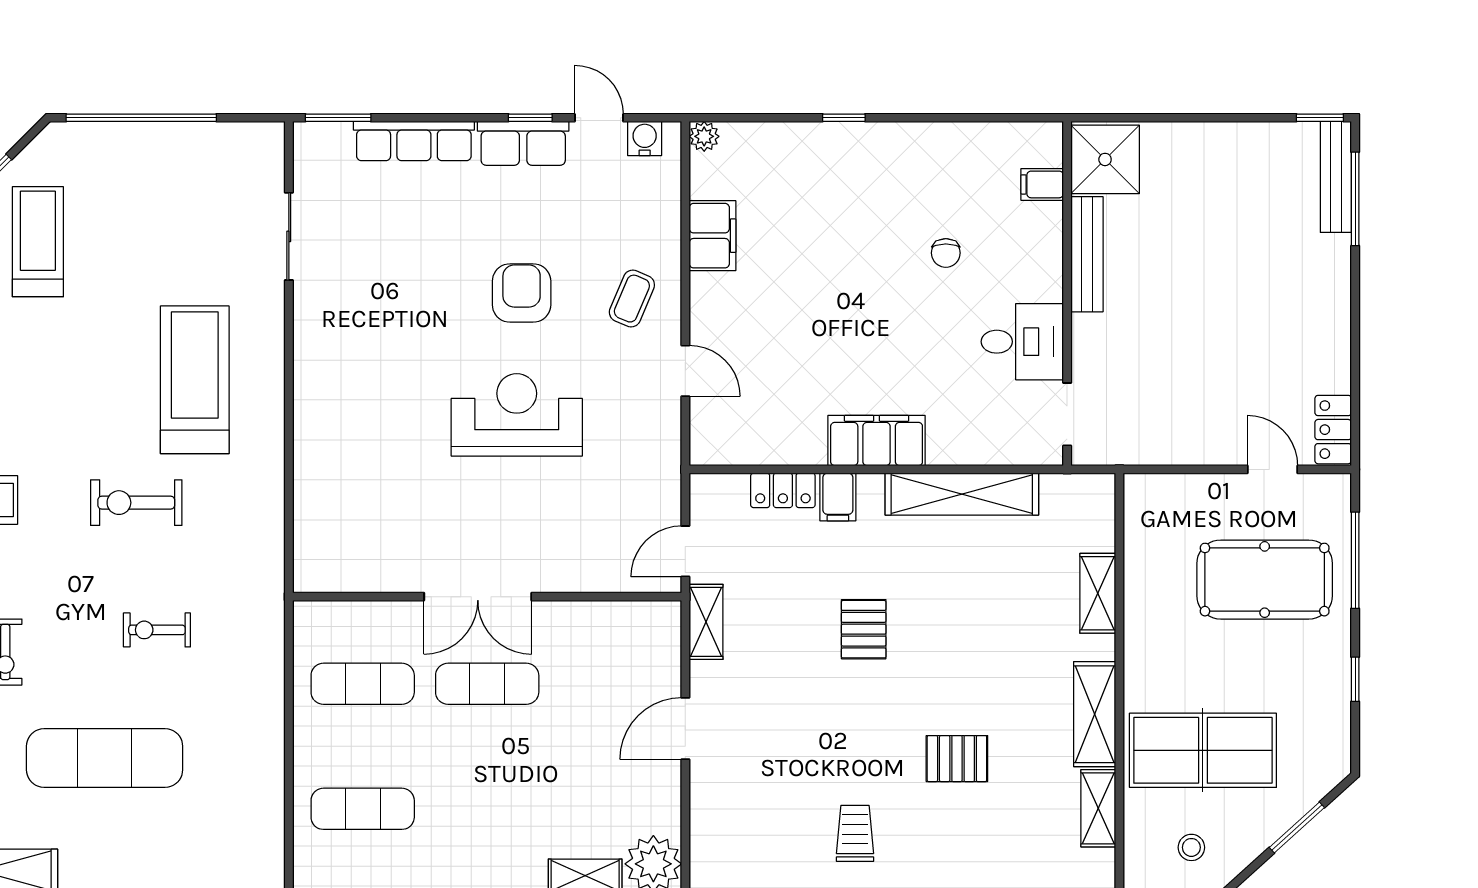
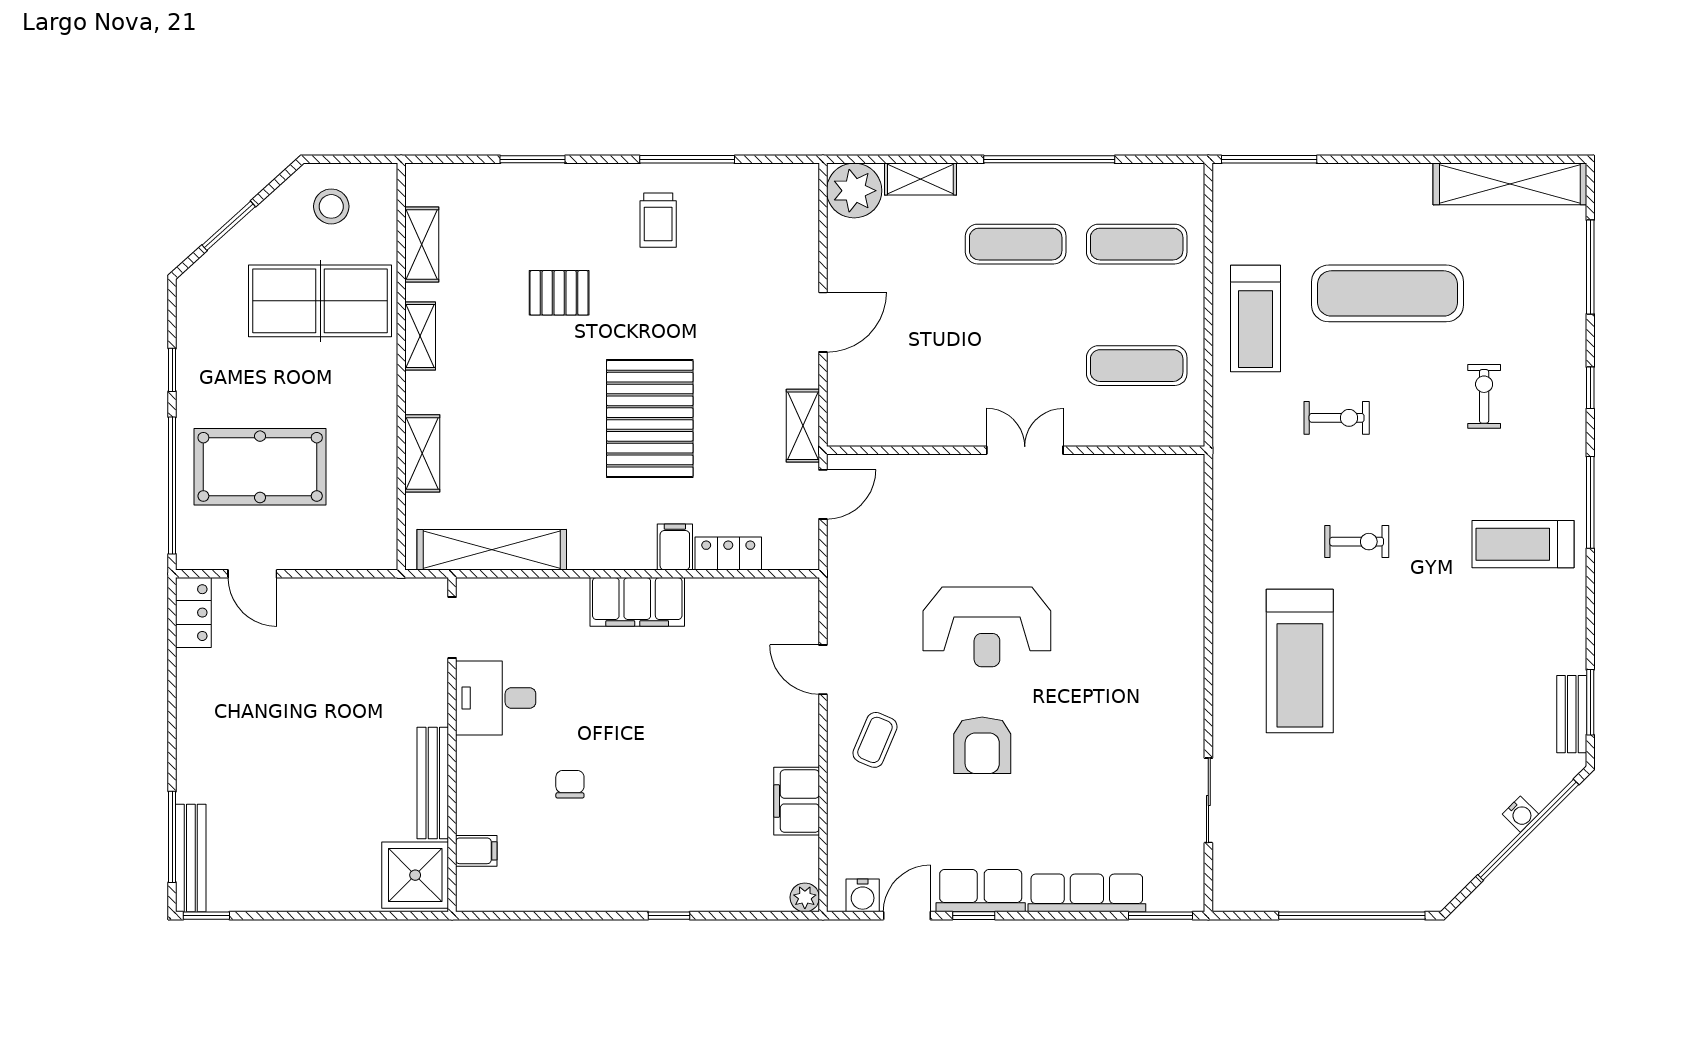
door: (599, 118) -> (907, 916), swing flipped
treadmill: (38, 242) -> (1256, 319), moved
shelving: (962, 494) -> (492, 550), moved
exercise bike: (136, 503) -> (1357, 542), width x0.73, depth x0.72
window: (1355, 560) -> (172, 486), width x1.46
double door: (478, 597) -> (1025, 450), width x0.73
pallet: (864, 629) -> (650, 419), width x2.05, depth x2.00
exercise mat: (487, 684) -> (1016, 244), moved
shelving: (1095, 714) -> (420, 336), width x0.67, depth x0.75
stool: (1191, 847) -> (331, 206), width x1.37, depth x1.37

